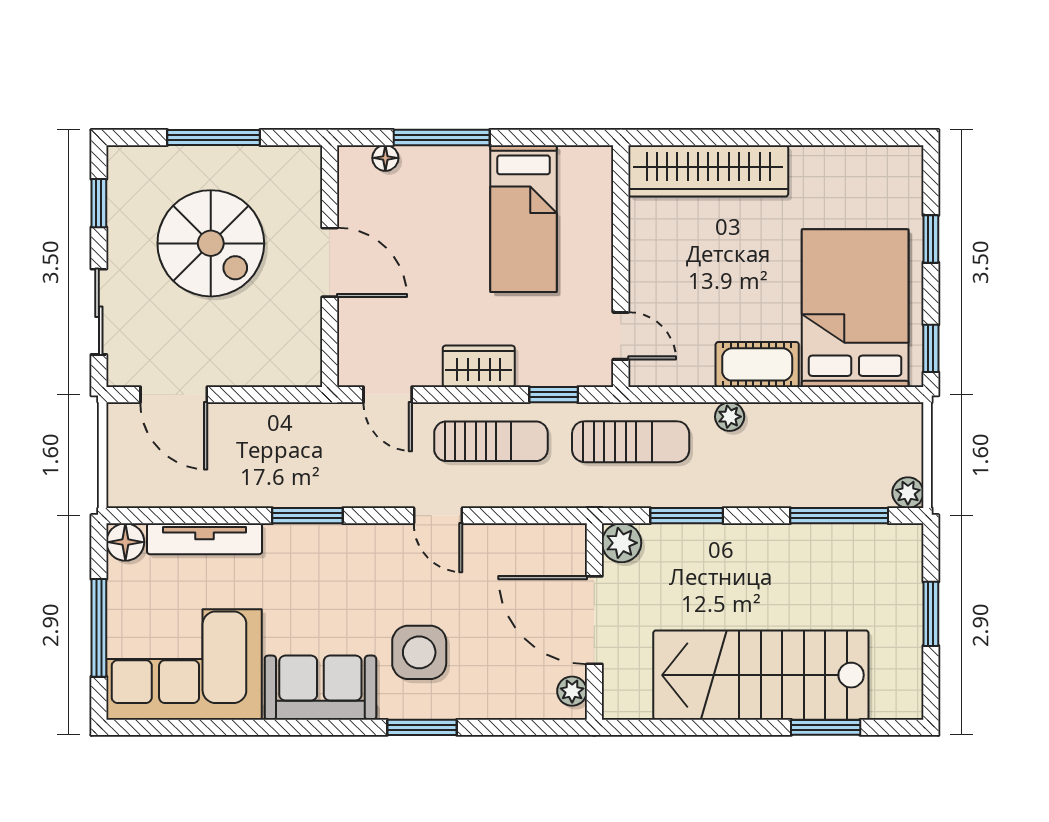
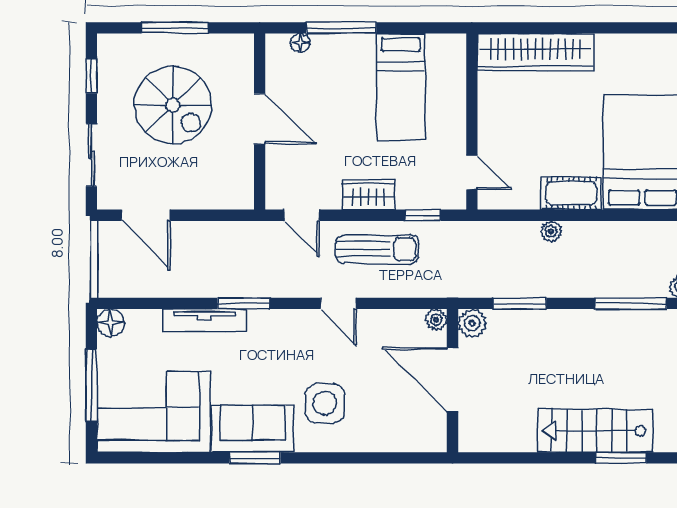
sun lounger: (631, 442) -> (479, 250), removed
tv unit: (205, 539) -> (205, 320), moved
stairs: (761, 675) -> (595, 431), width x0.73, depth x0.66
plant: (572, 691) -> (436, 320), moved
window: (422, 727) -> (255, 458), moved

